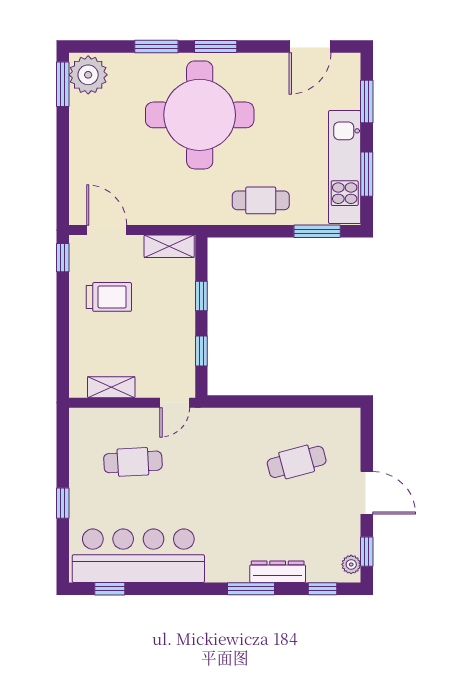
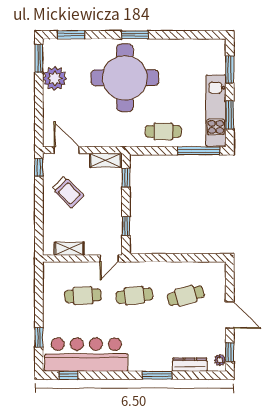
window: (156, 47) -> (71, 35), moved
door: (310, 47) -> (194, 35), removed
plant: (88, 75) -> (55, 78), moved
window: (317, 231) -> (199, 151), width x1.44
window: (201, 296) -> (126, 178), moved
trolley: (109, 297) -> (68, 192), turned 45
cafe table: (215, 462) -> (134, 296), added
window: (63, 503) -> (39, 338), moved
dresser: (278, 572) -> (190, 365), moved
window: (323, 589) -> (202, 375), removed

